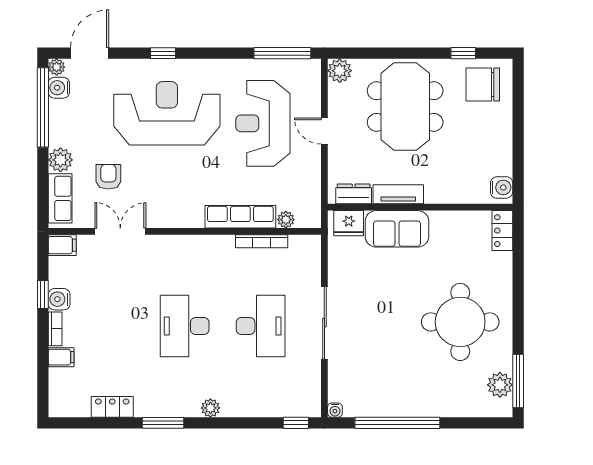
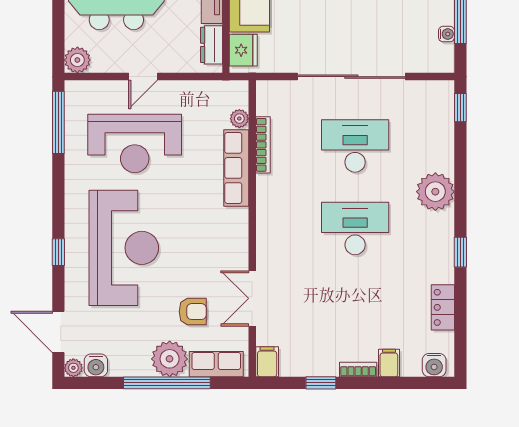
window: (43, 107) -> (167, 383), moved
reception desk: (167, 113) -> (124, 248), turned 180
plant: (60, 160) -> (170, 359), width x1.36, depth x1.36
armchair: (108, 177) -> (193, 312), turned 180
water cooler: (59, 299) -> (434, 365), moved
sliding door: (324, 323) -> (351, 77), width x1.36
desk: (185, 326) -> (355, 229), turned 180
plant: (210, 408) -> (435, 192), width x1.88, depth x1.88
water cooler: (335, 410) -> (446, 34), moved
window: (163, 423) -> (460, 252), width x0.67

